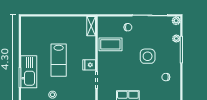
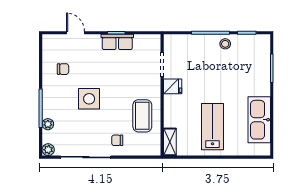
coffee table: (110, 44) -> (142, 116), turned 90
lab bench: (59, 60) -> (213, 127), moved
kitchen sink: (29, 72) -> (259, 120), moved

